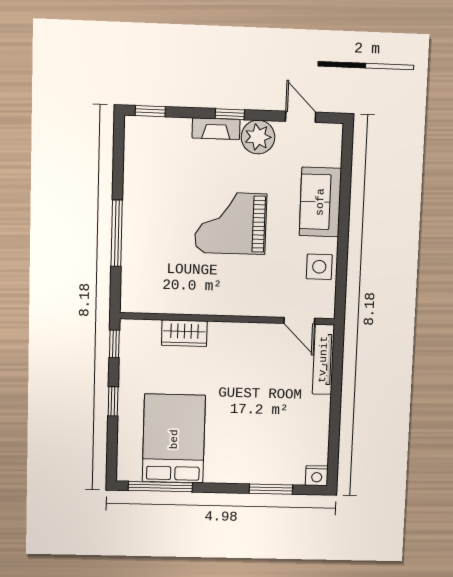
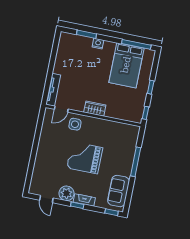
sofa: (320, 202) -> (119, 191), moved, turned 180
grand piano: (231, 223) -> (85, 158), turned 180
side table: (319, 267) -> (75, 124), moved
door: (299, 321) -> (61, 109), swing flipped
wardrobe: (184, 333) -> (95, 109), moved
nightstand: (317, 476) -> (98, 43), moved

